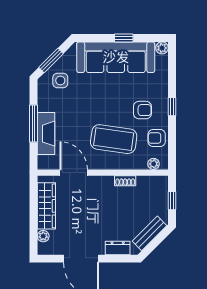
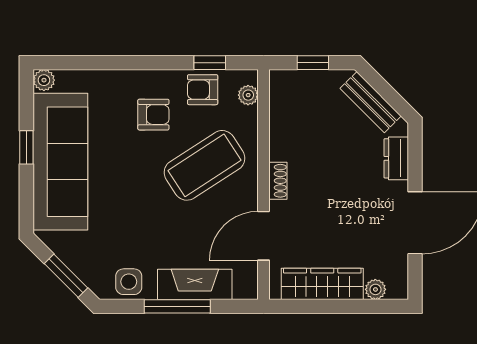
side table: (60, 80) -> (129, 282), moved
window: (172, 107) -> (210, 63), moved
armchair: (142, 110) -> (153, 115), turned 90
armchair: (157, 138) -> (203, 90), turned 90
coffee table: (114, 139) -> (204, 165), turned 49
shoe rack: (125, 181) -> (278, 181), moved

